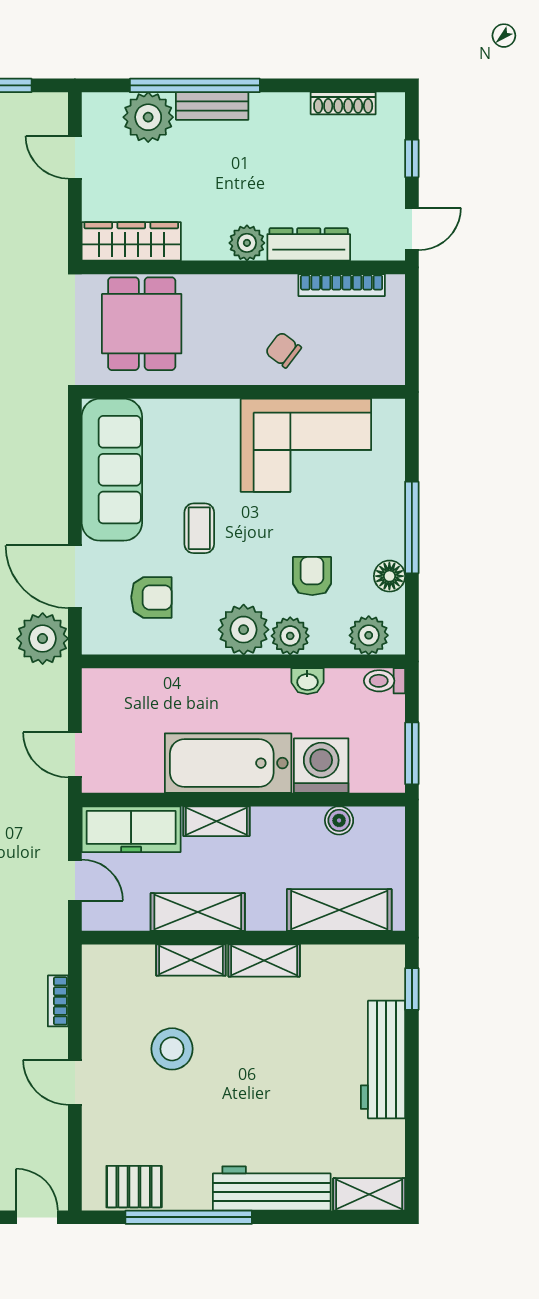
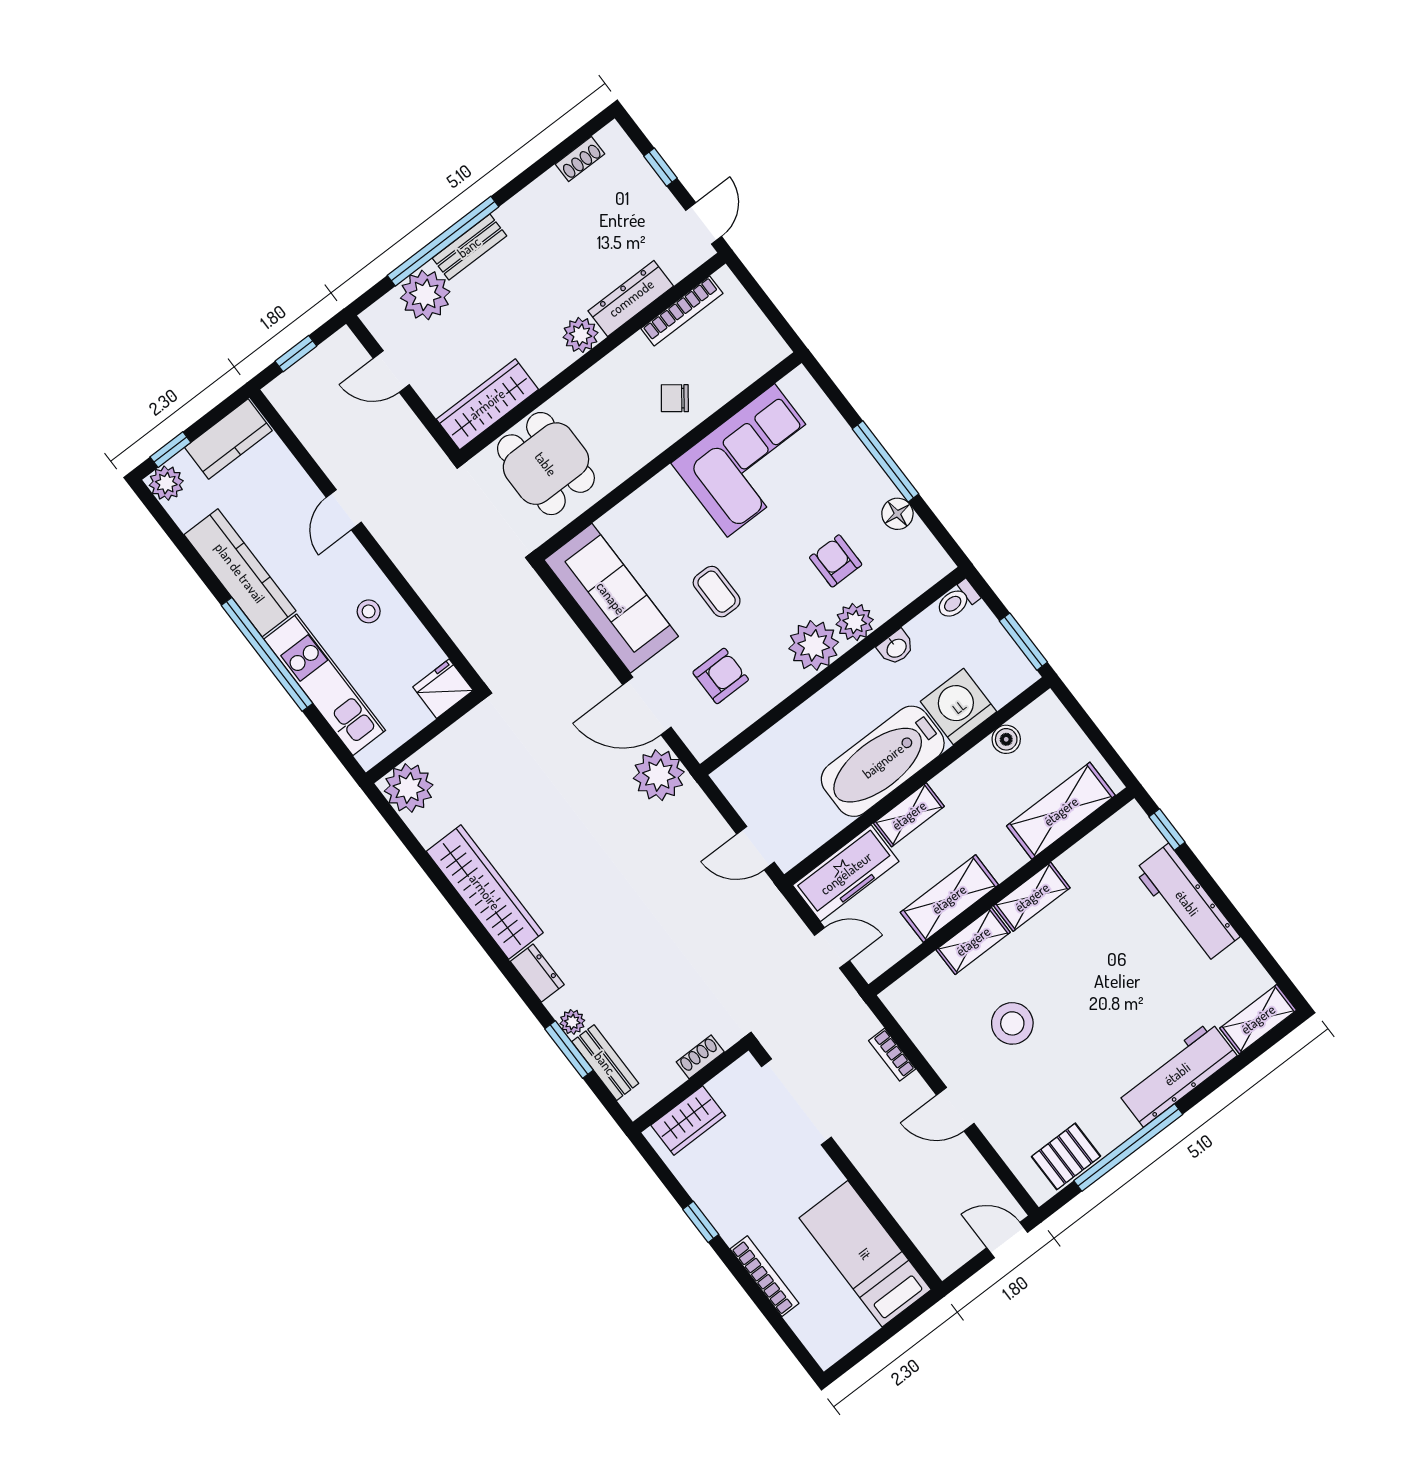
shoe rack: (343, 103) -> (580, 159), width x0.70
plant: (369, 635) -> (917, 574), removed

